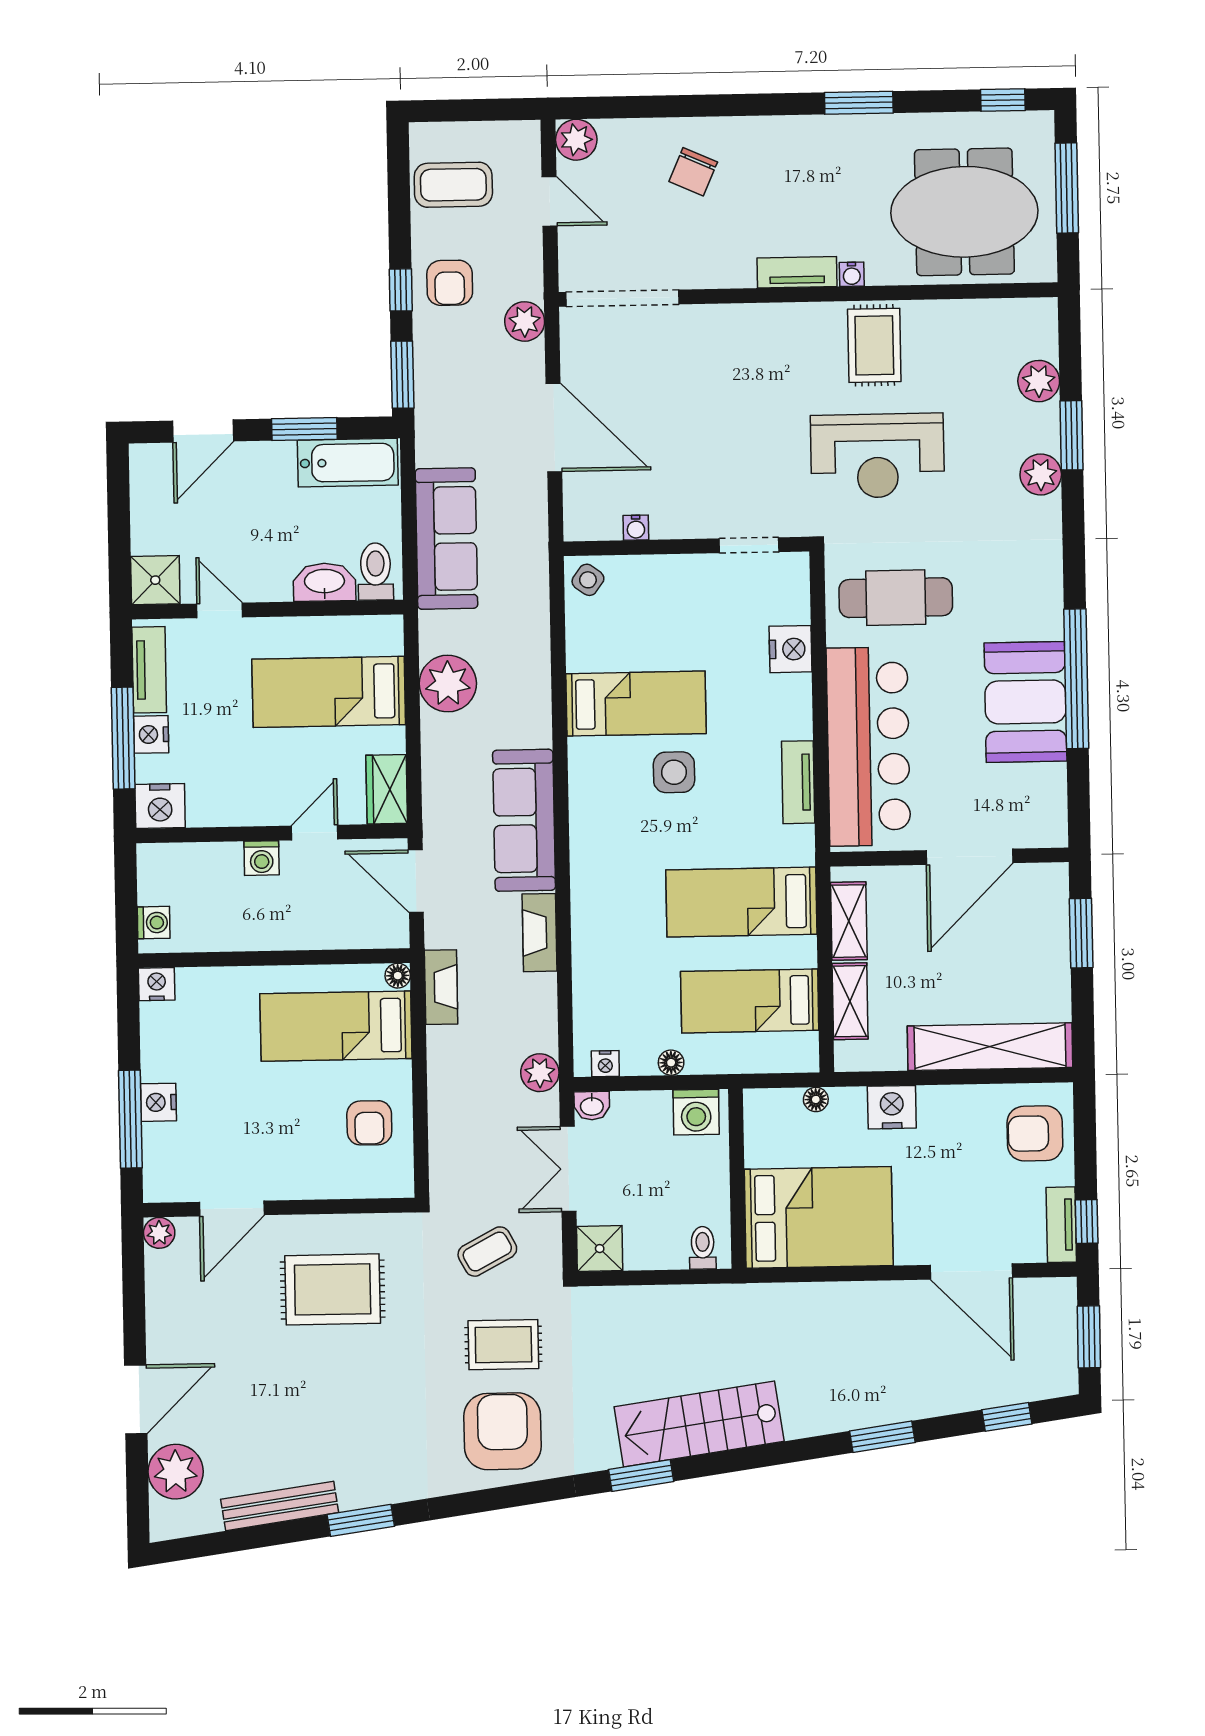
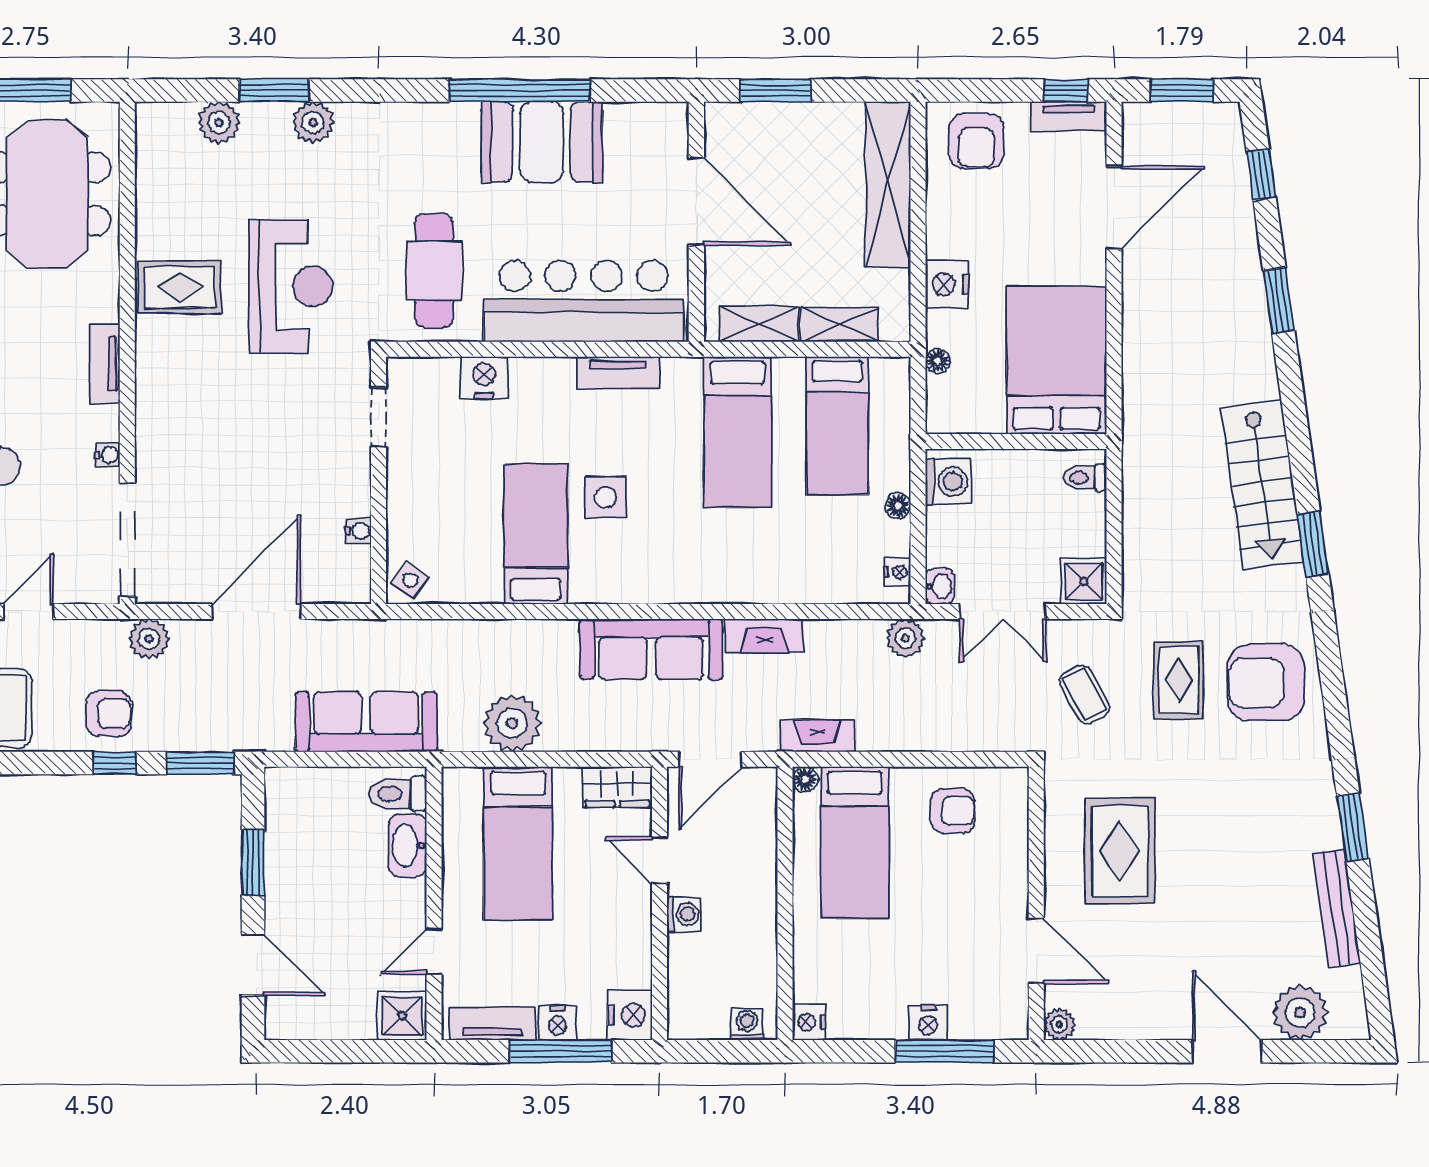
water cooler: (852, 274) -> (108, 455), moved
bathtub: (348, 463) -> (288, 820), removed

